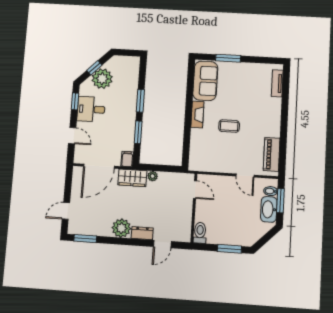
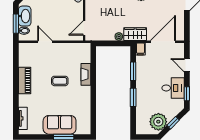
plant: (102, 79) -> (158, 122), moved
sofa: (205, 81) -> (60, 125), moved, turned 90
fireplace: (197, 114) -> (86, 74), moved
piano: (272, 154) -> (25, 80), moved
door: (195, 190) -> (84, 28), hinge flipped

